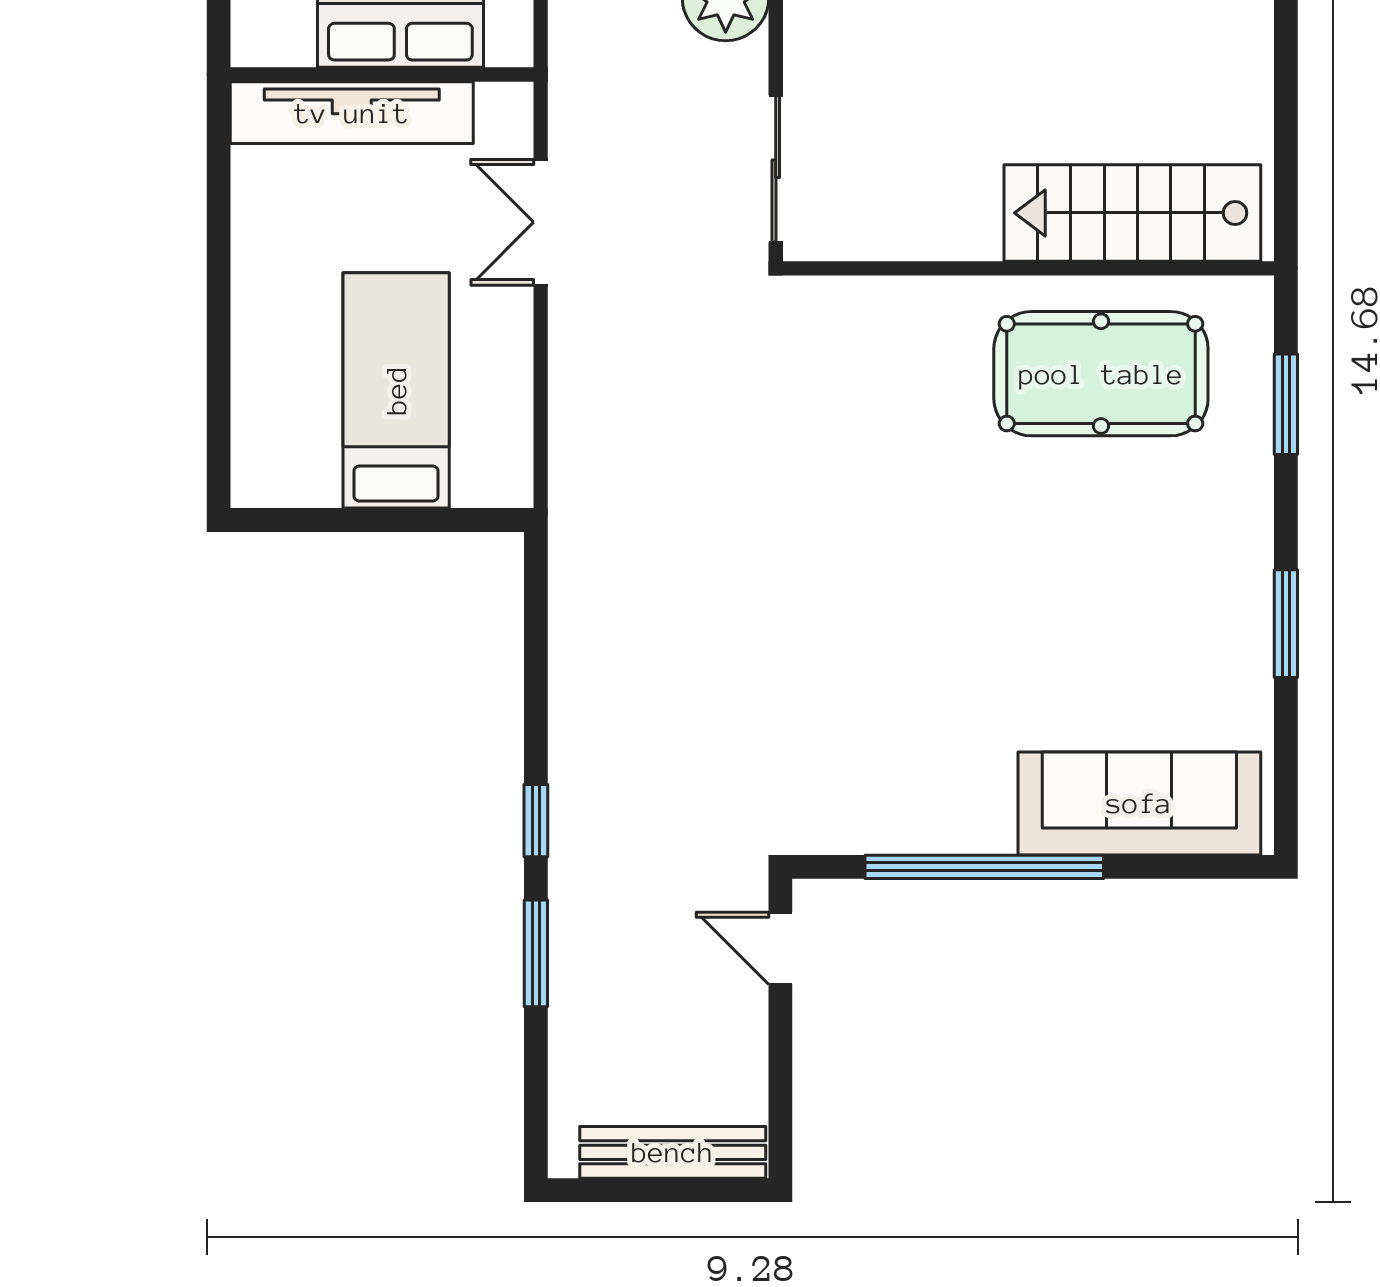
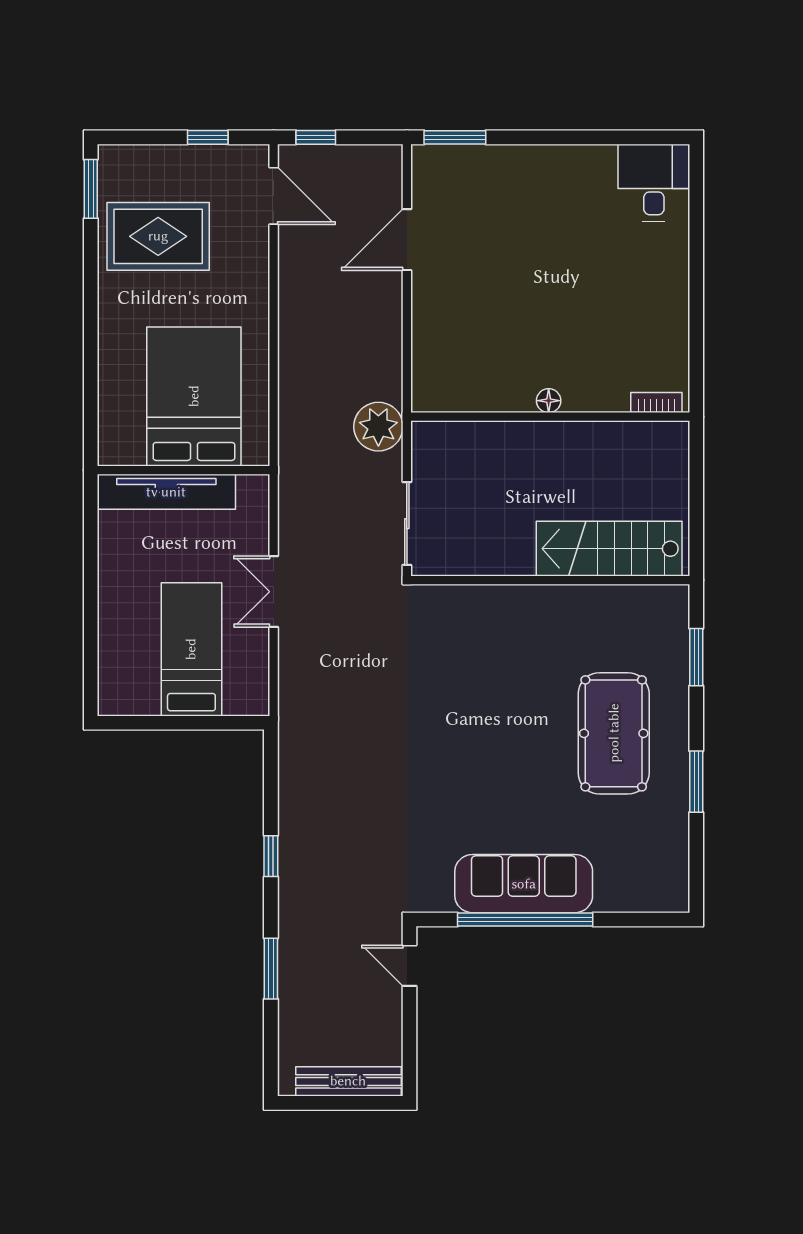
double door: (541, 222) -> (274, 592), moved
pool table: (1101, 374) -> (614, 733), moved, turned 90
sofa: (1139, 803) -> (524, 884), moved
window: (536, 821) -> (271, 856), moved

